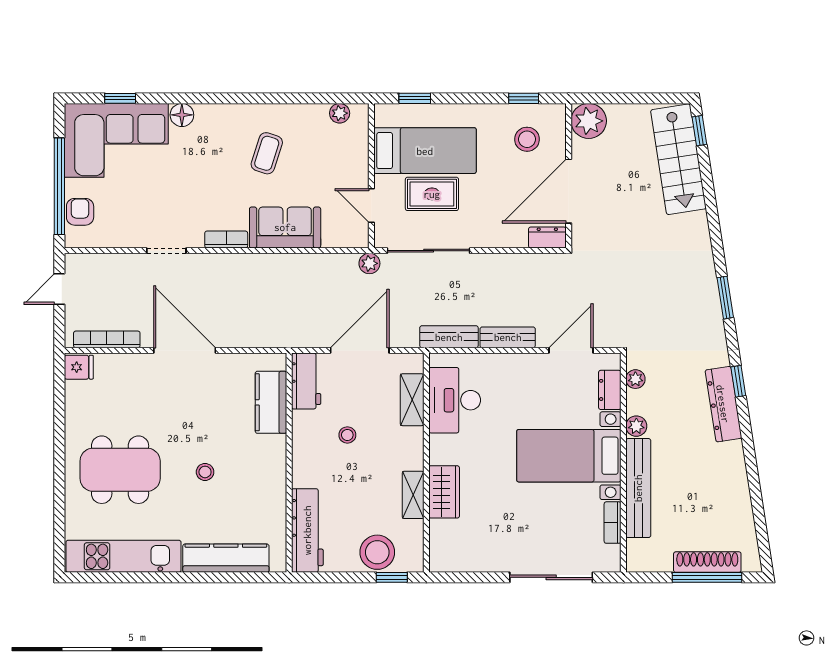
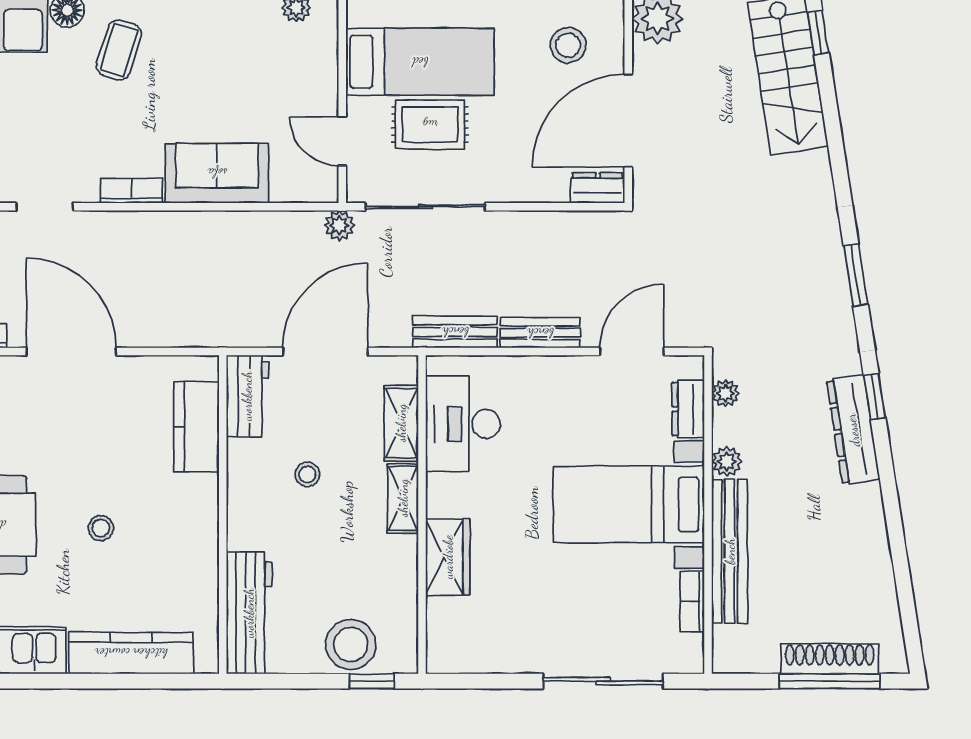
coffee table: (267, 153) -> (119, 50), moved
shelving: (413, 495) -> (403, 498), moved

